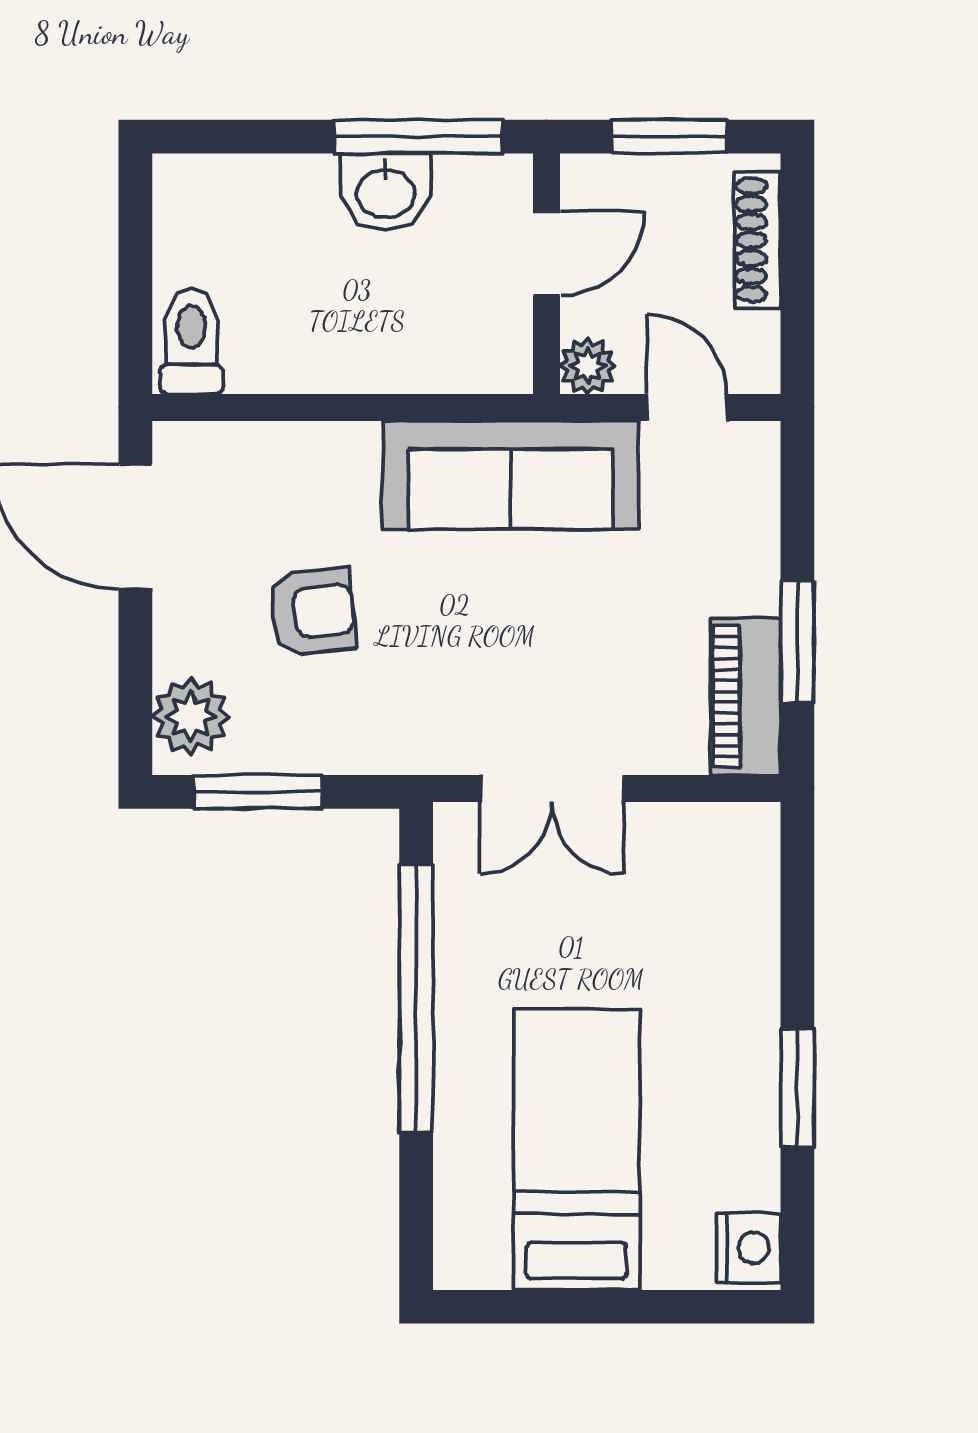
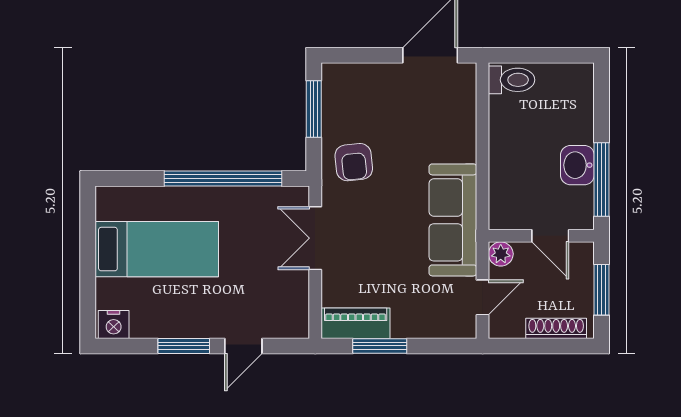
armchair: (312, 612) -> (354, 162), moved
plant: (191, 716) -> (347, 80), removed
door: (797, 952) -> (243, 346), added

